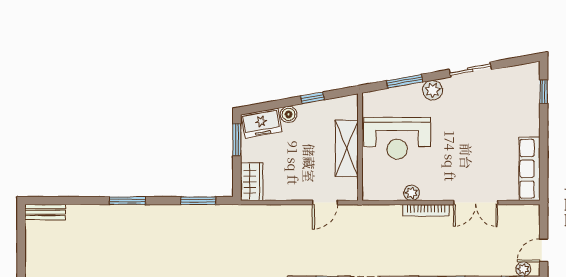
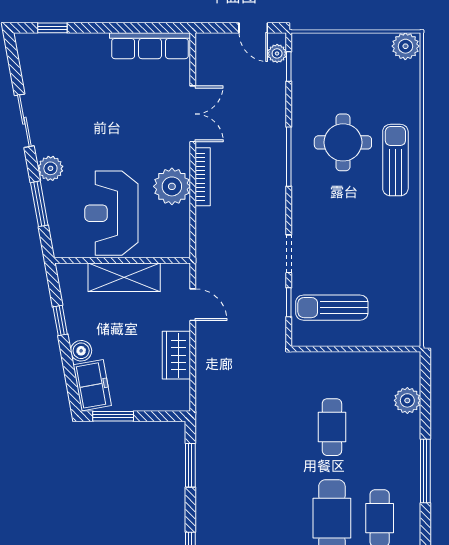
reception desk: (397, 138) -> (111, 213), turned 180
wardrobe: (252, 182) -> (176, 355), moved, turned -90
plant: (412, 193) -> (172, 186), width x1.88, depth x1.88

